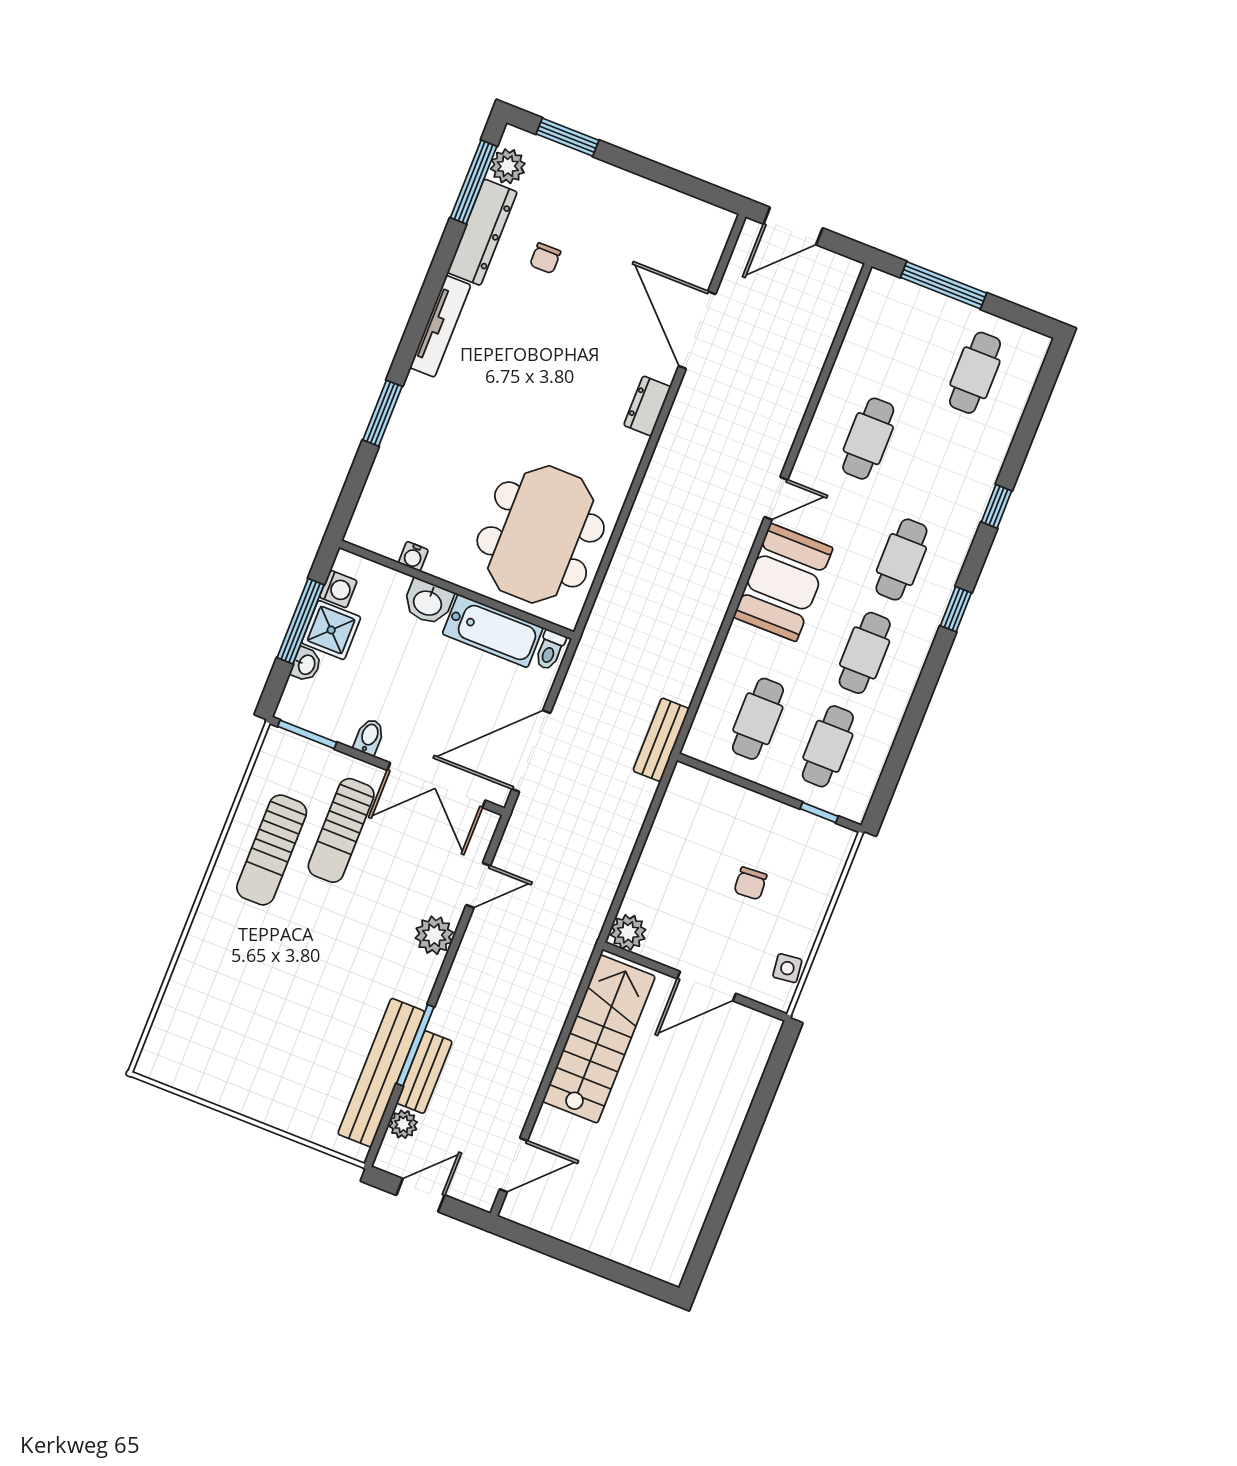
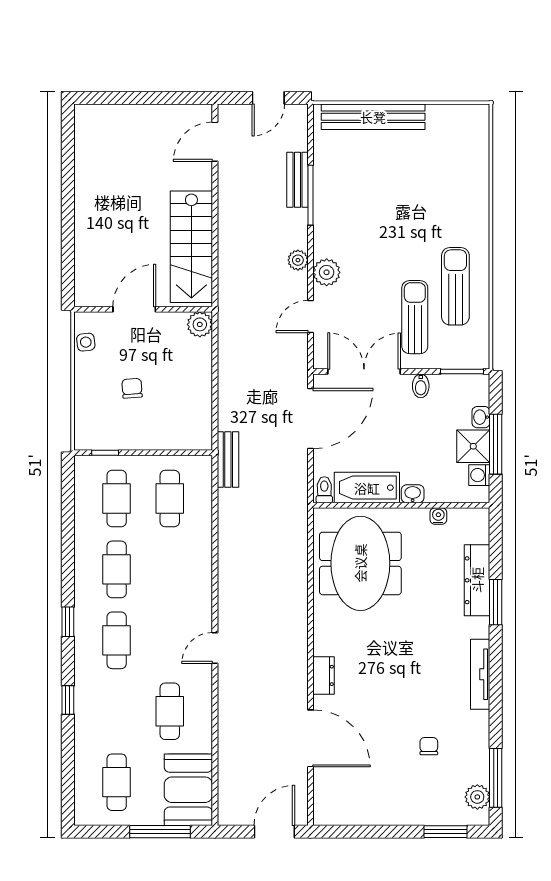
dresser: (482, 232) -> (477, 580), moved
booth: (783, 582) -> (188, 790), moved
washbasin: (428, 602) -> (413, 494), width x0.72, depth x0.69
bench: (381, 1073) -> (373, 117), moved, turned 90
plant: (403, 1124) -> (298, 260), moved

